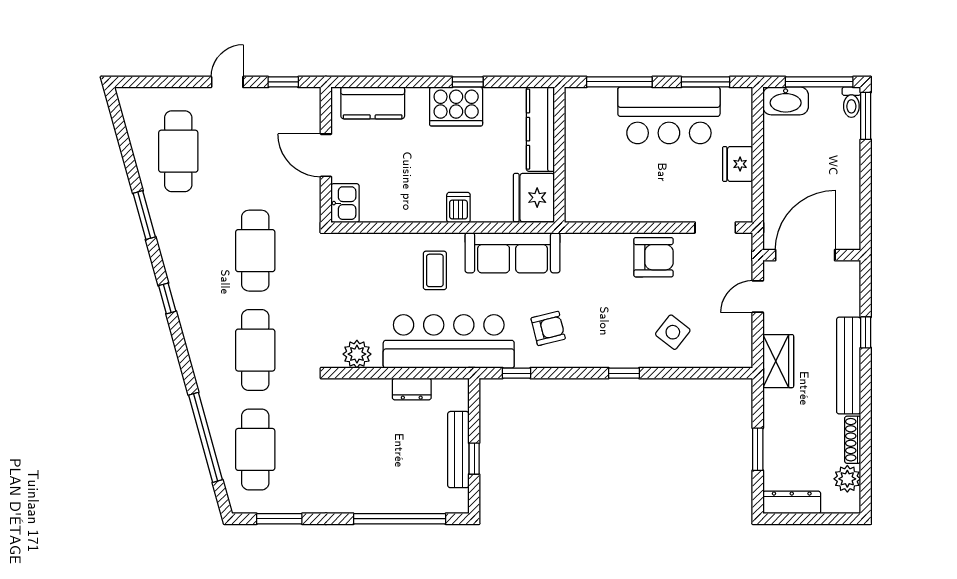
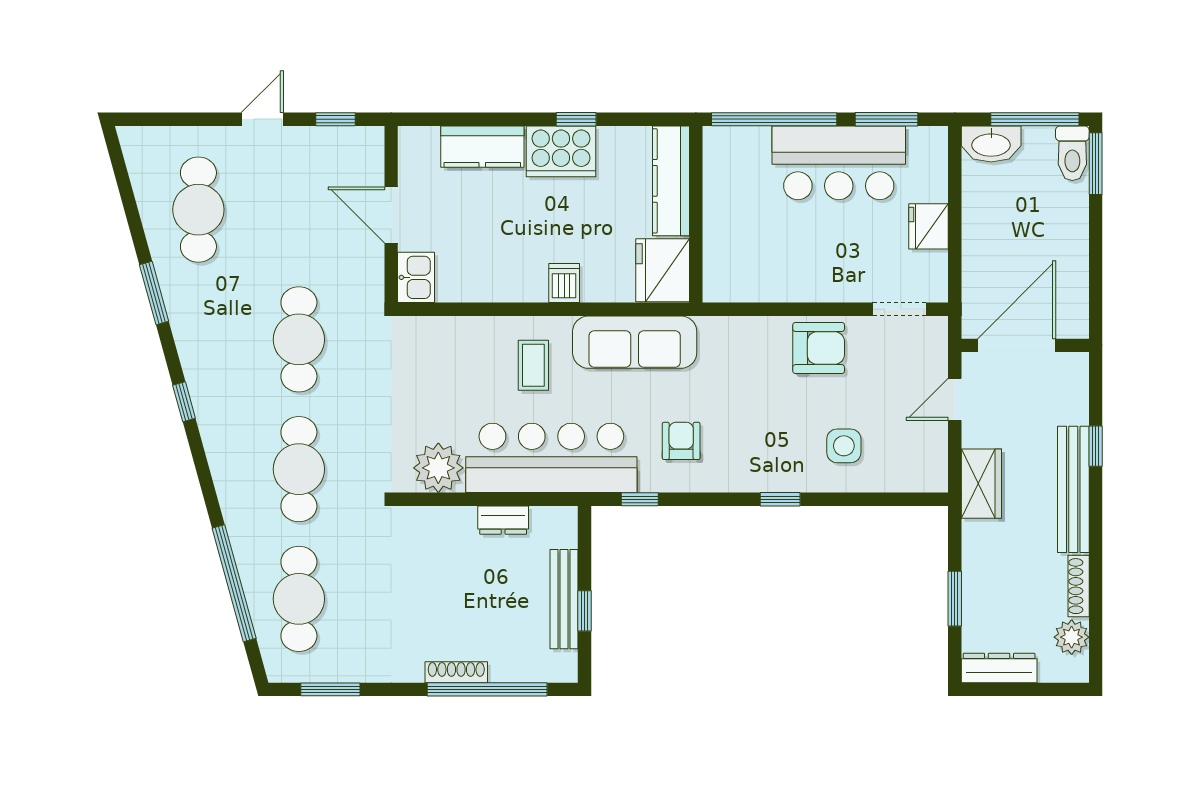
window: (619, 82) -> (774, 119), width x1.46
toilet: (851, 102) -> (1072, 153), width x1.37, depth x1.39
kitchen counter: (373, 103) -> (482, 147), moved
armchair: (548, 328) -> (681, 441), turned -76
side table: (673, 332) -> (844, 446), turned -38
plant: (357, 354) -> (438, 468), width x1.36, depth x1.36
shoe rack: (376, 506) -> (456, 672), added

